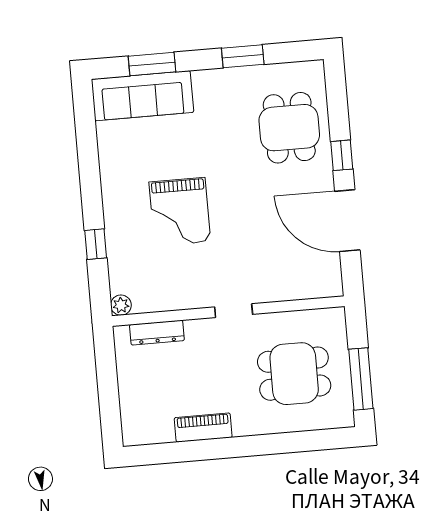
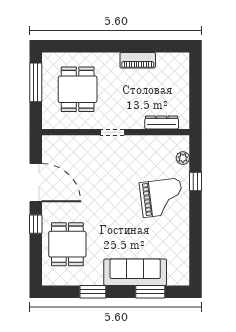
sofa: (142, 96) -> (135, 272), moved
grand piano: (180, 212) -> (162, 198), moved, turned 83
plant: (121, 305) -> (183, 158), moved
dining table: (294, 374) -> (78, 89), turned 90

